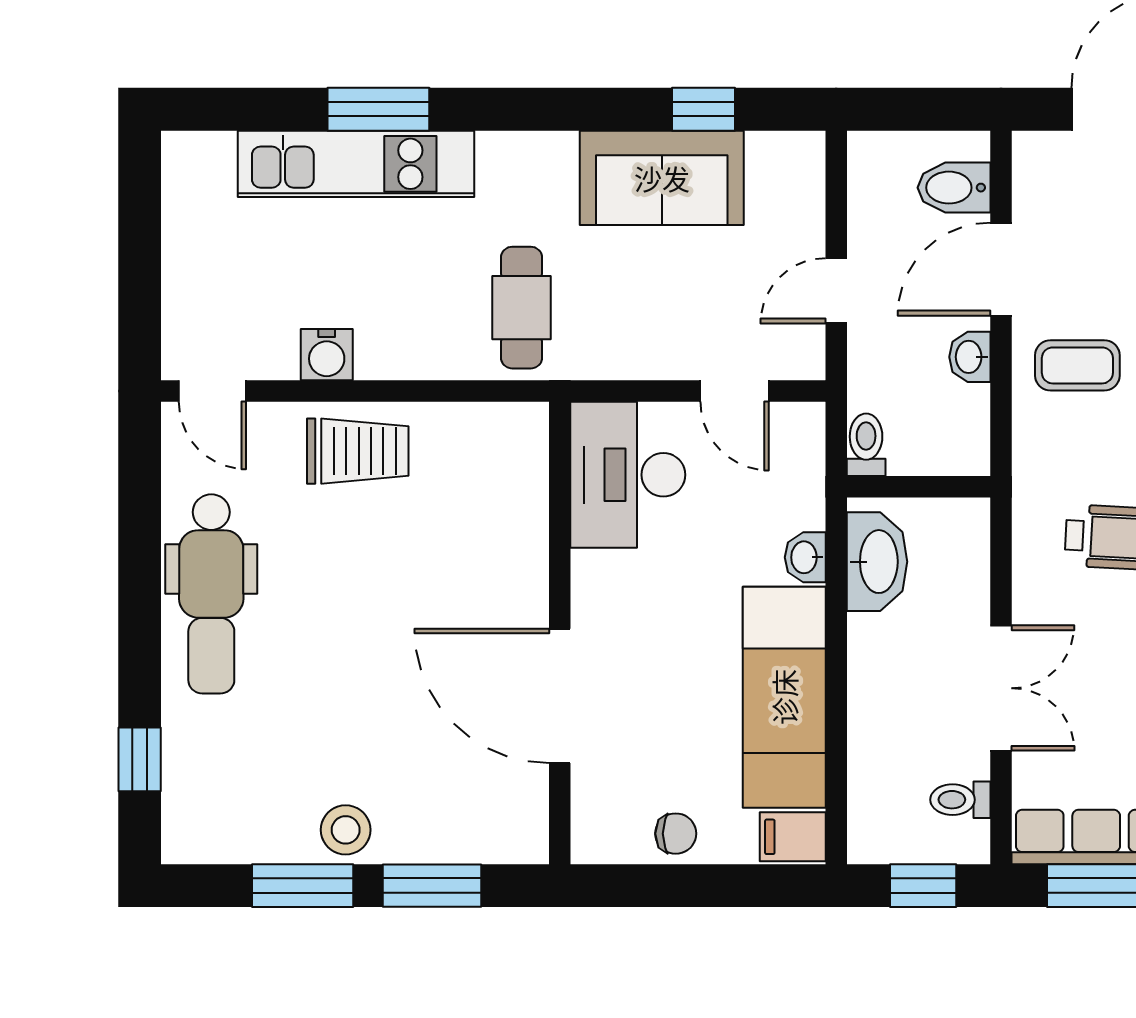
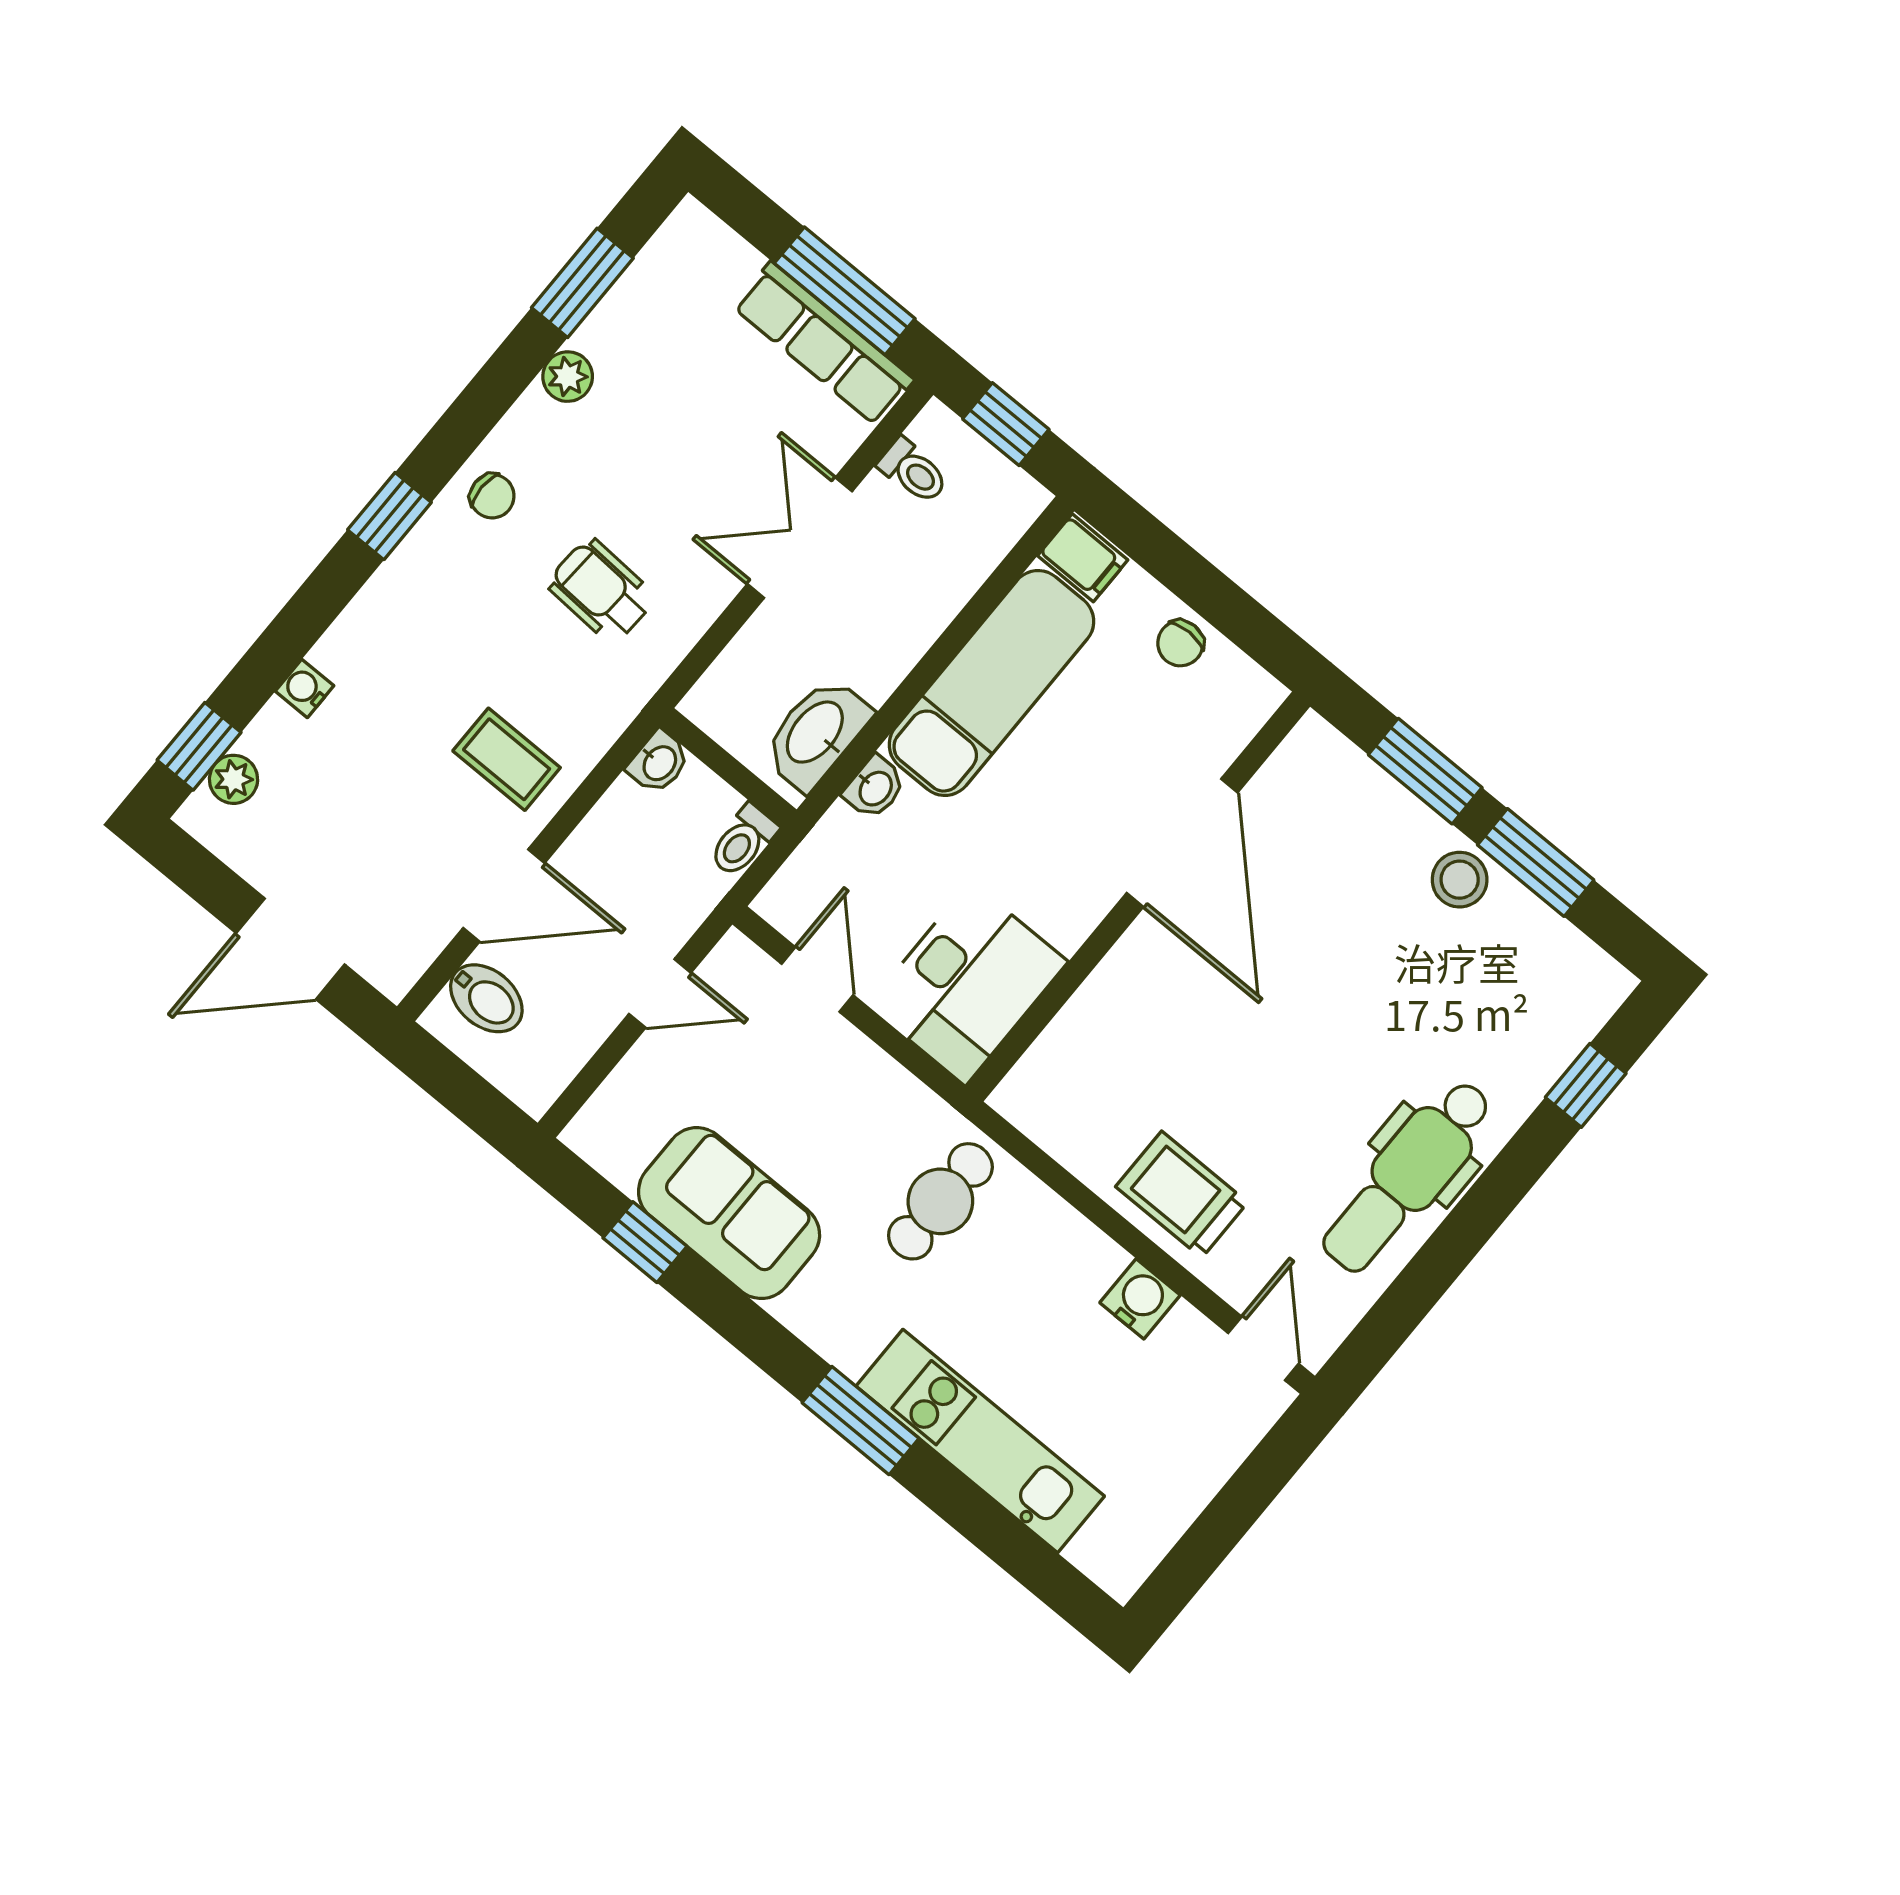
window: (378, 109) -> (861, 1421), moved
washbasin: (970, 357) -> (659, 762), moved
dental chair: (211, 594) -> (1408, 1176), turned 180
chair: (676, 834) -> (1180, 643), turned -90

